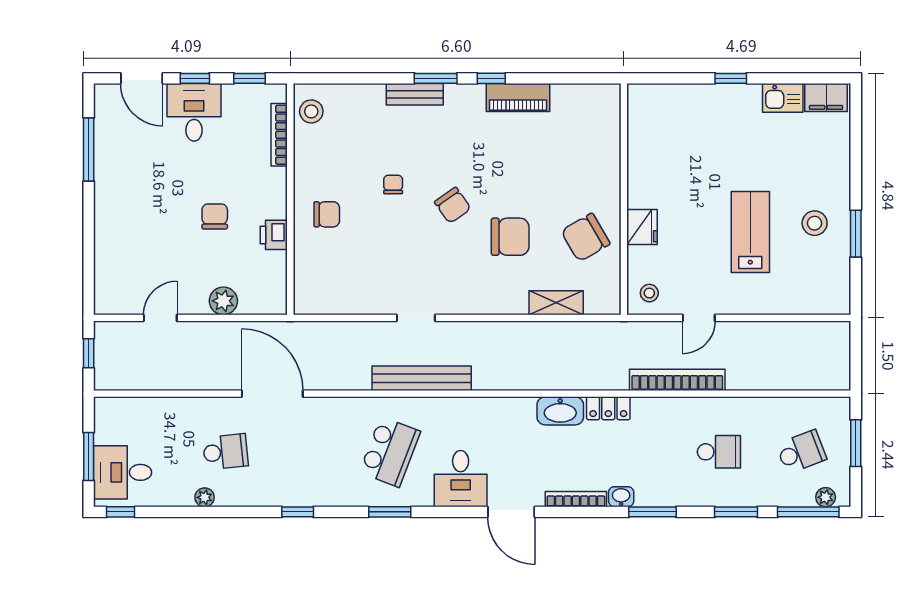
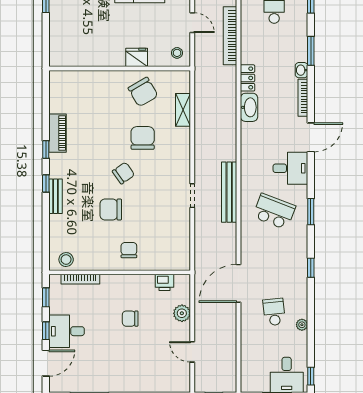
window: (436, 78) -> (46, 184), width x0.67
chair: (393, 185) -> (111, 209), width x1.87, depth x1.87
printer: (274, 235) -> (165, 282), moved

